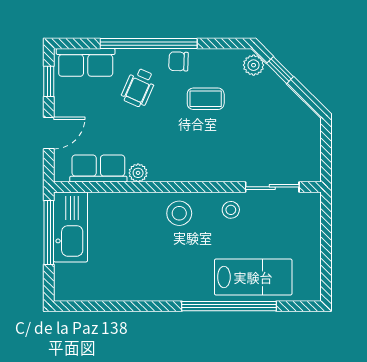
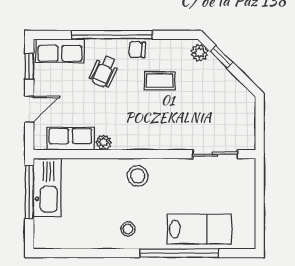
stool: (231, 210) -> (128, 229), moved

